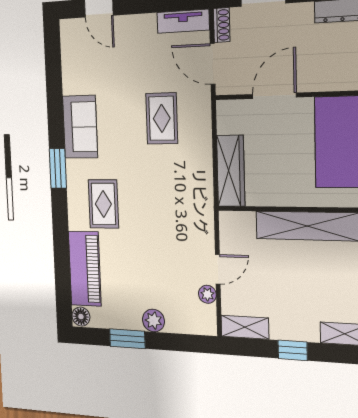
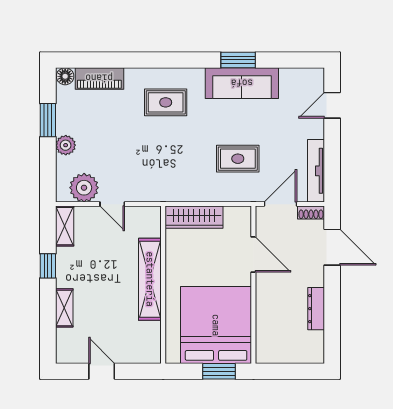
tv unit: (183, 21) -> (316, 171), width x1.41
sofa: (80, 127) -> (242, 83), width x1.36
window: (58, 168) -> (238, 60), moved
piano: (85, 269) -> (99, 78), width x0.73, depth x0.75
plant: (207, 294) -> (84, 188), width x1.87, depth x1.87

